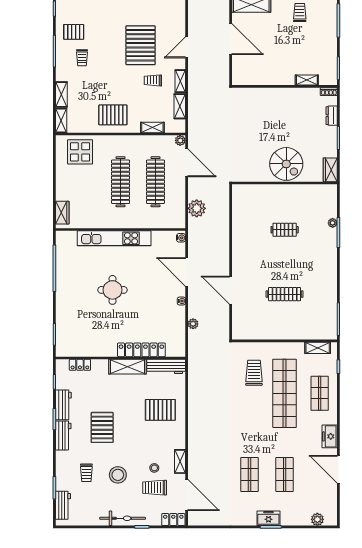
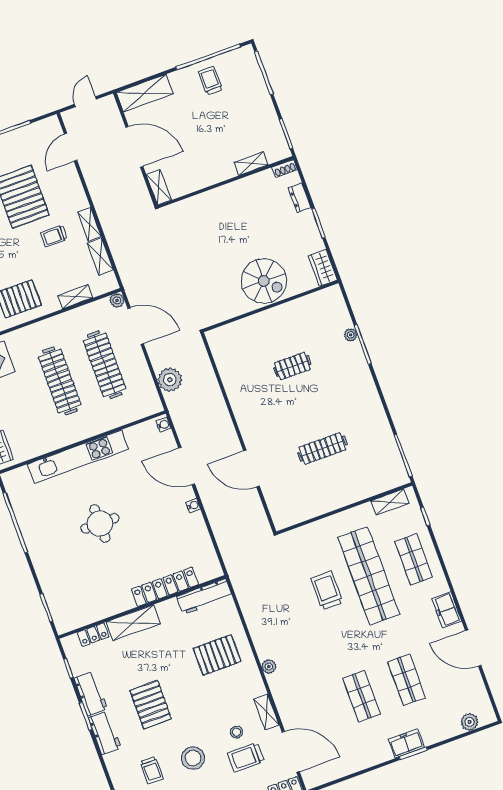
door: (187, 47) -> (71, 147), moved
shelving: (237, 73) -> (159, 187), added
plant: (193, 324) -> (269, 667), moved
shelving: (127, 367) -> (133, 623), moved
trolley: (254, 373) -> (327, 590), moved

